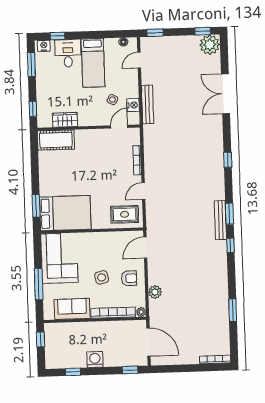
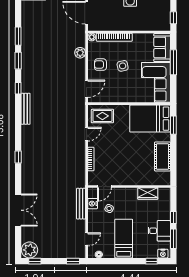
desk: (68, 53) -> (159, 231), moved, turned -90
window: (33, 109) -> (173, 217), moved
cot: (56, 140) -> (162, 156), moved, turned 90
window: (229, 214) -> (18, 61), moved
sofa: (72, 309) -> (162, 48), moved, turned 90

